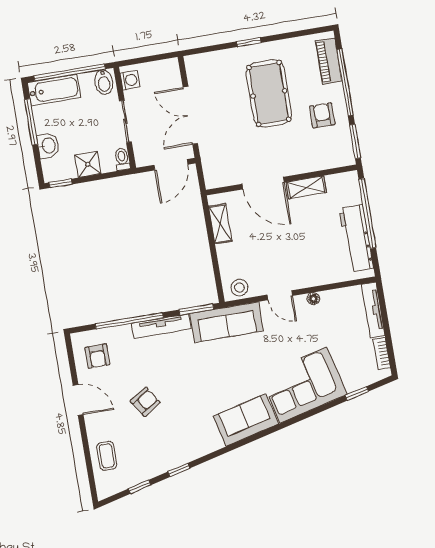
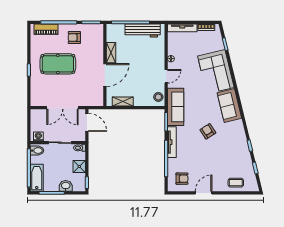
armchair: (145, 402) -> (208, 131), moved

